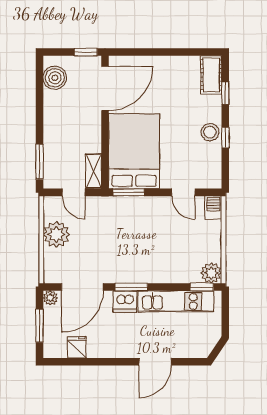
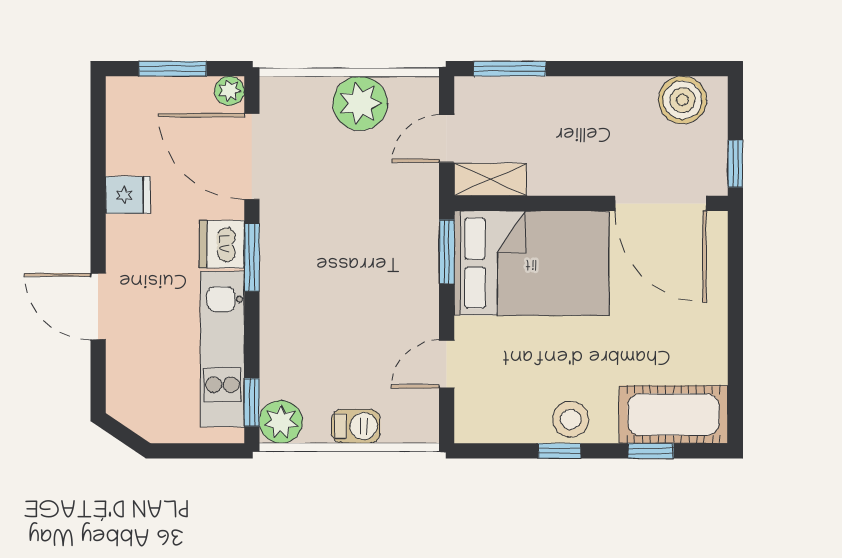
cot: (211, 75) -> (673, 414), width x1.37, depth x1.34
barbecue: (213, 208) -> (356, 426), moved
fridge: (77, 347) -> (128, 195), moved

